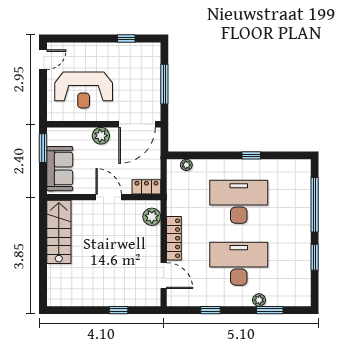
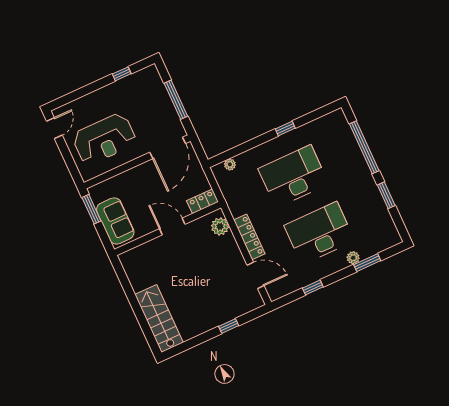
plant: (101, 136) -> (139, 174), removed
stairs: (59, 232) -> (159, 318), moved

